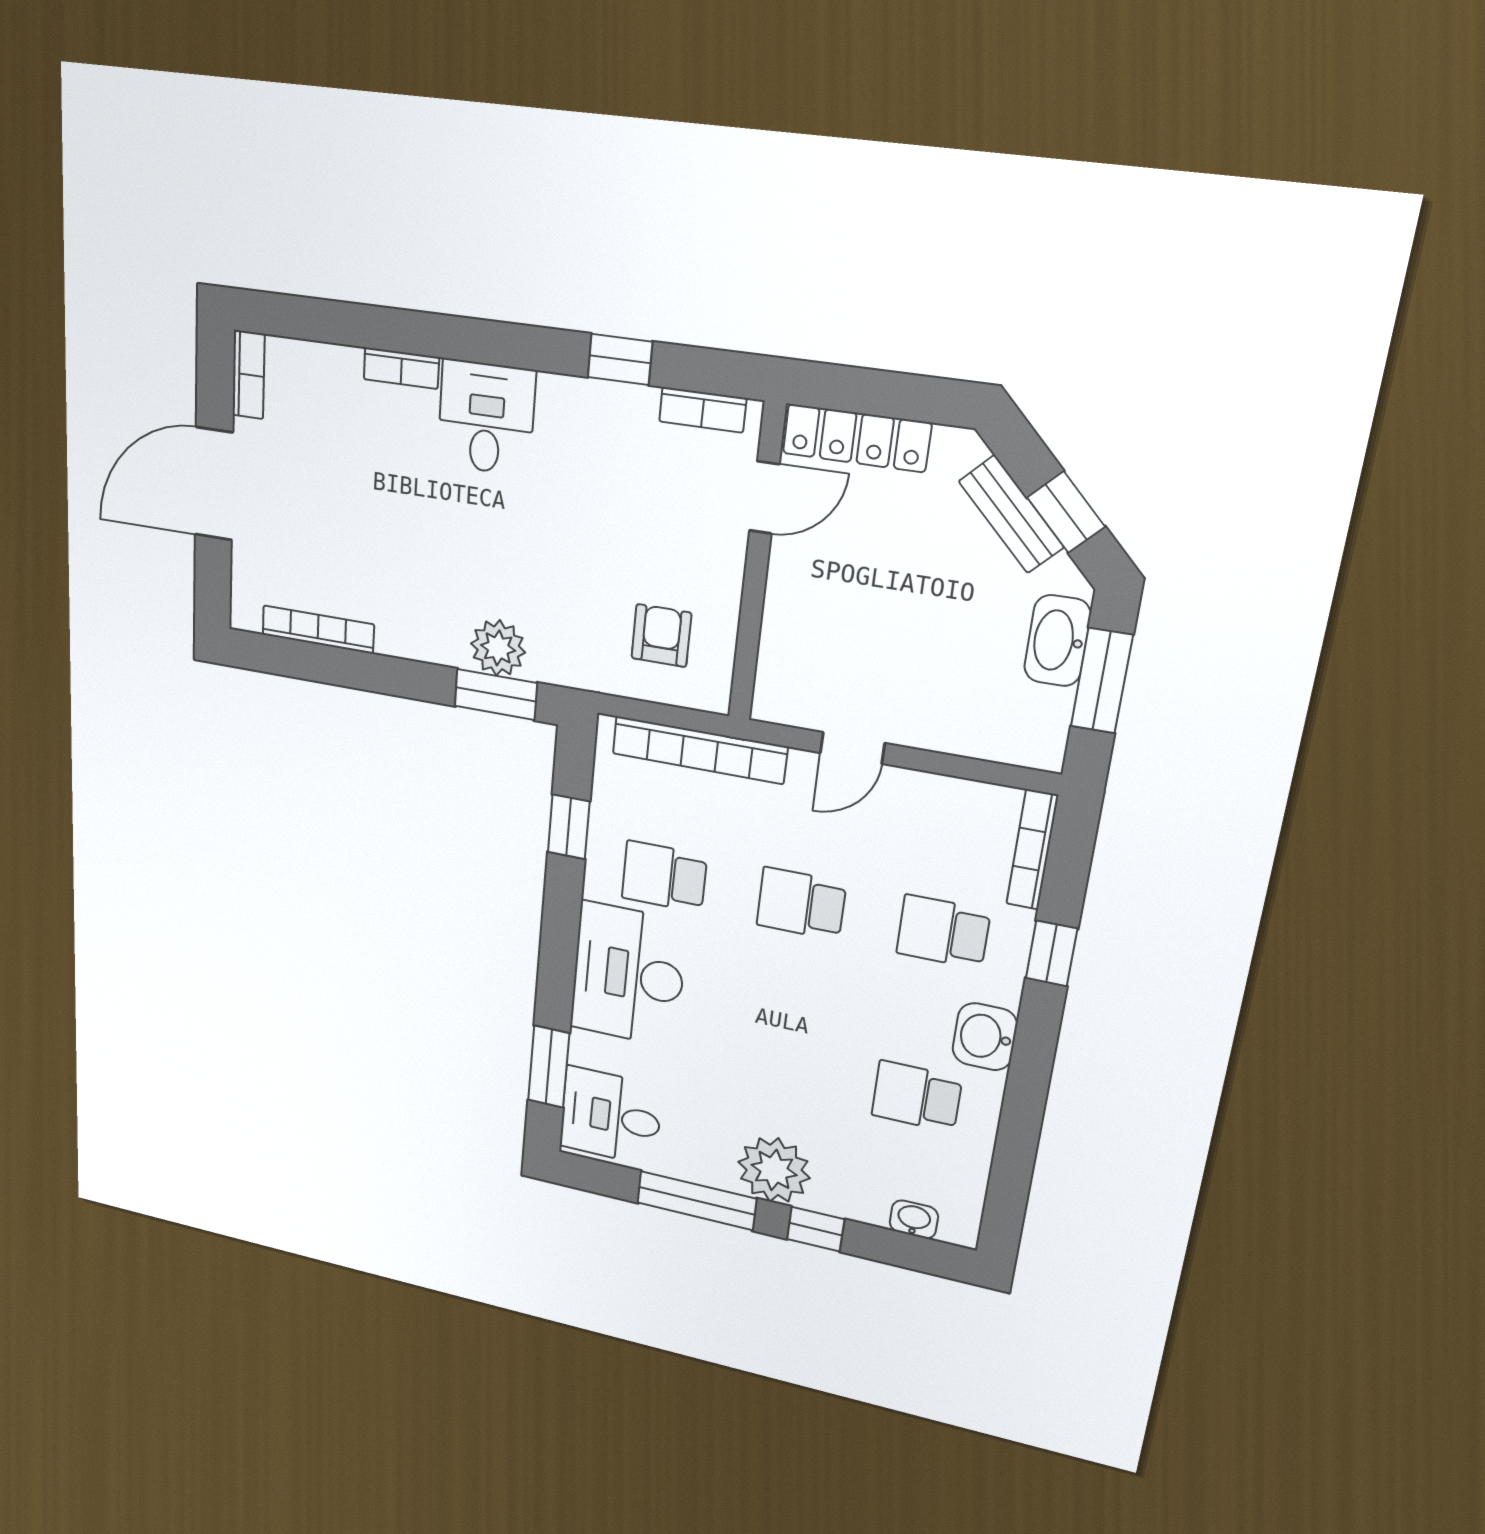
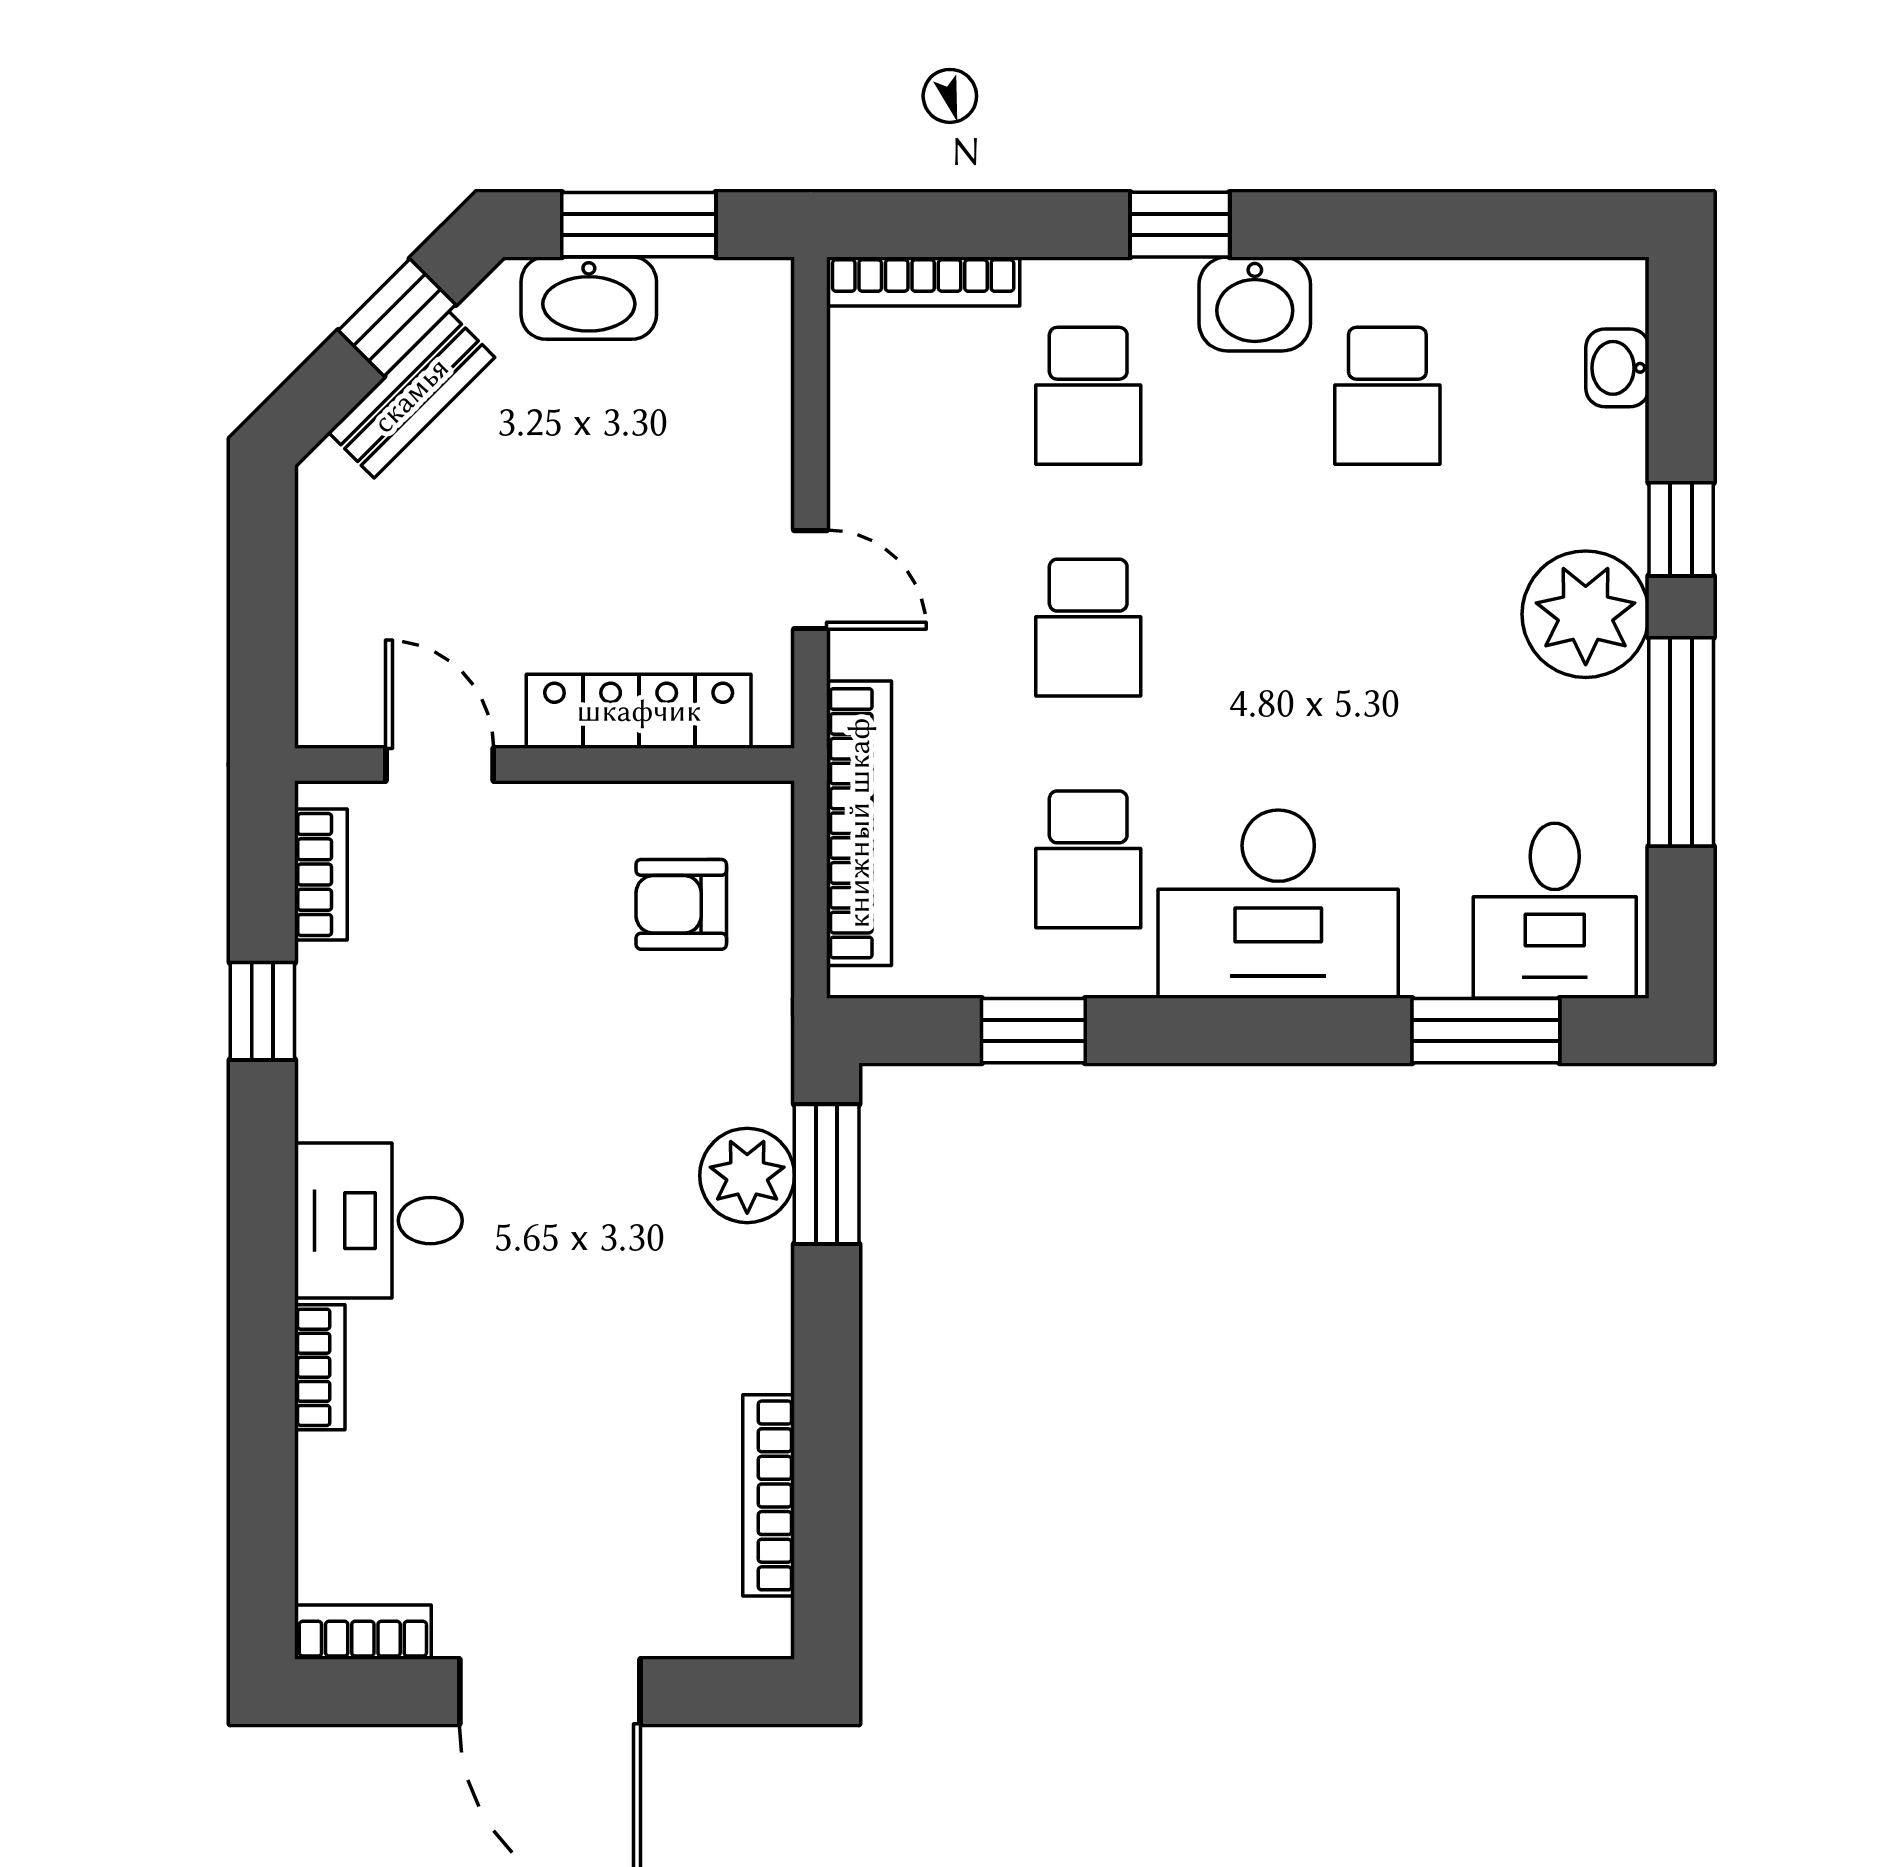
locker: (857, 438) -> (639, 711), moved, turned -90
window: (1052, 953) -> (1180, 225), moved

